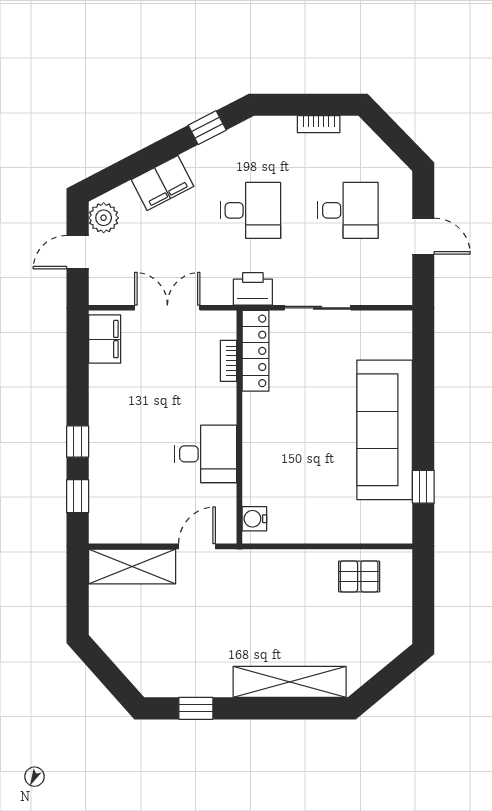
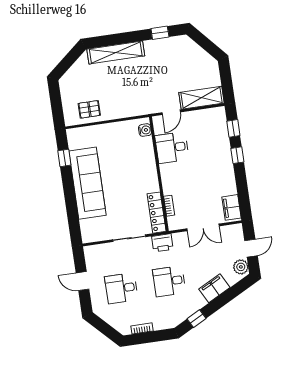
desk: (206, 454) -> (172, 148), moved

